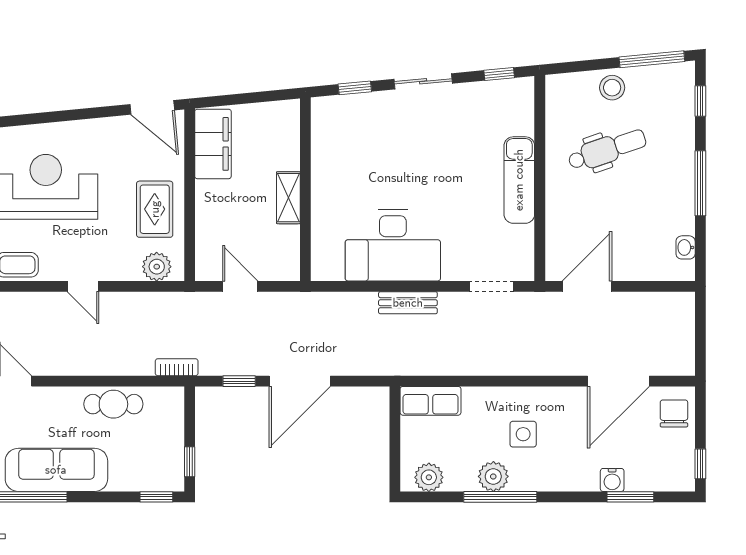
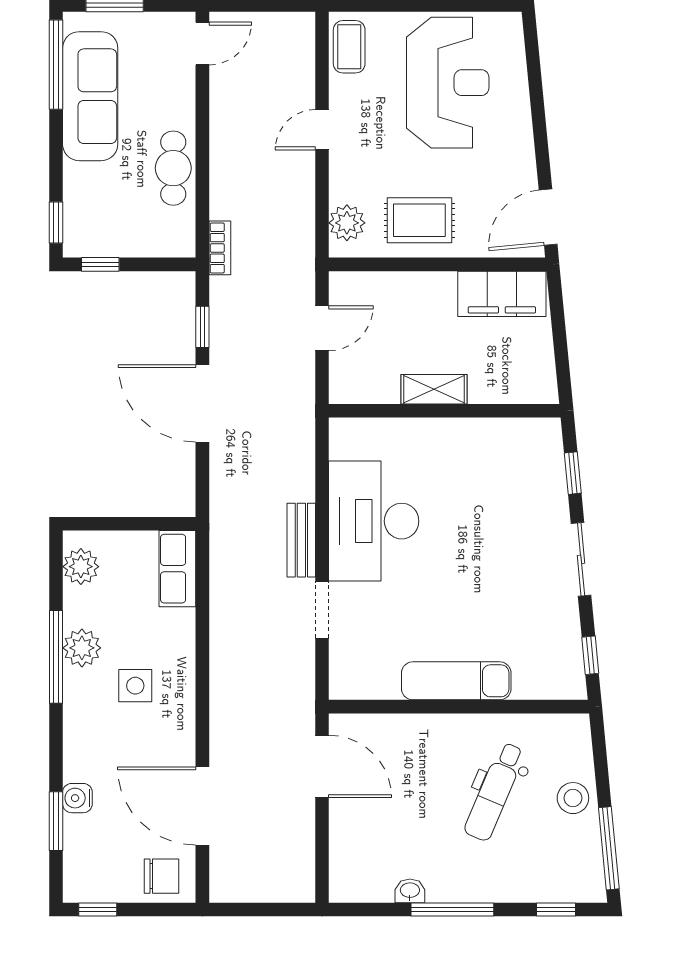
dental chair: (607, 150) -> (495, 792), turned 42
washbasin: (686, 247) -> (410, 891), moved
doorway: (492, 286) -> (322, 610), moved

